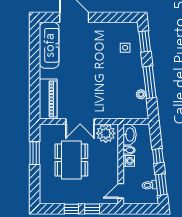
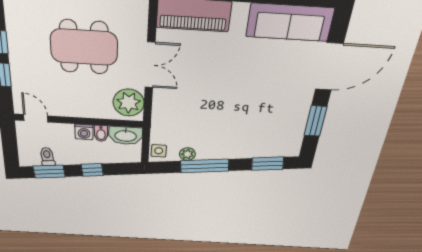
window: (111, 17) -> (315, 121), added
side table: (125, 48) -> (159, 151), moved
double door: (80, 122) -> (150, 65), swing flipped

